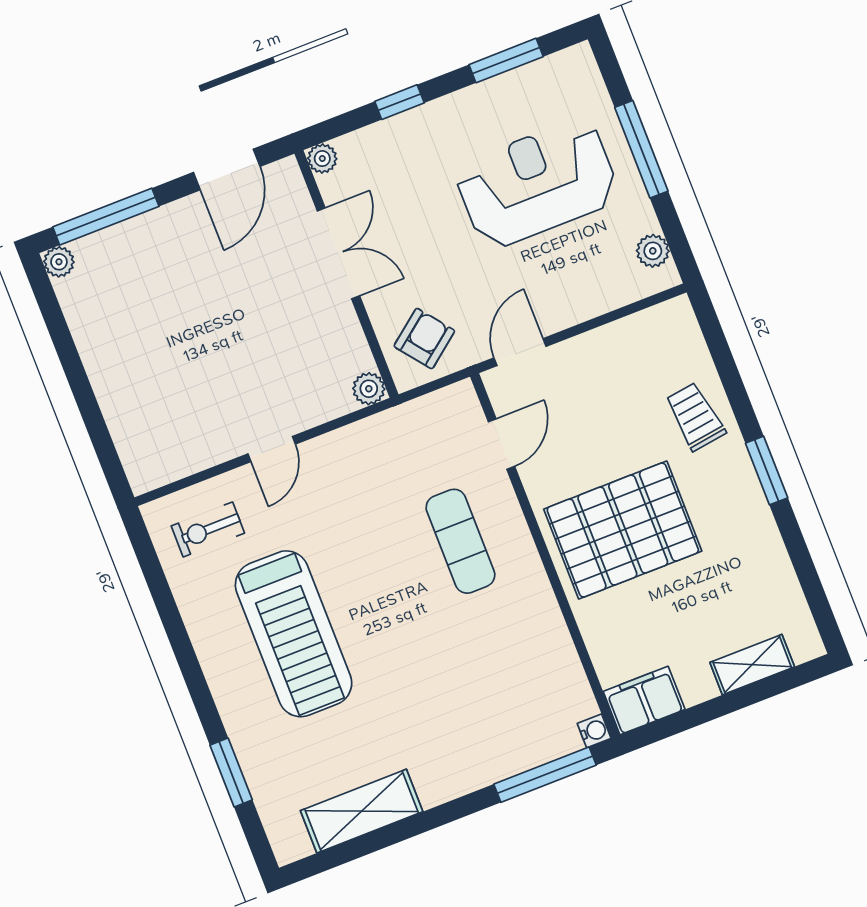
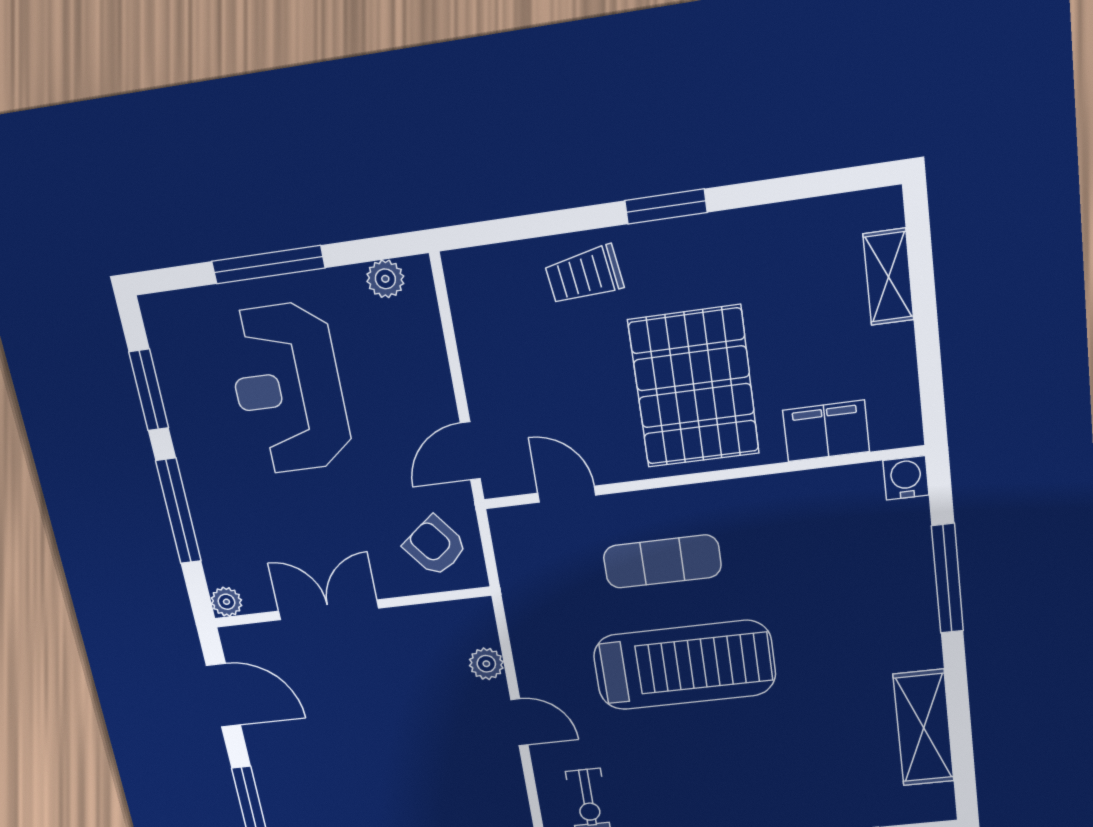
window: (399, 102) -> (178, 511), width x2.17
door: (520, 352) -> (470, 451), hinge flipped
plant: (369, 389) -> (486, 664), moved
treadmill: (294, 634) -> (684, 665), moved
filing cabinet: (644, 700) -> (826, 431), moved, turned 90
water cooler: (594, 731) -> (906, 478), width x1.38, depth x1.38
window: (545, 775) -> (947, 579), moved

